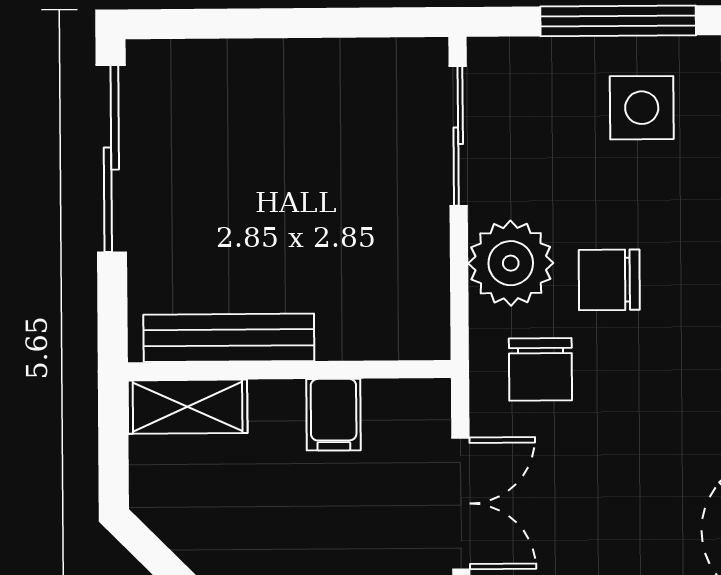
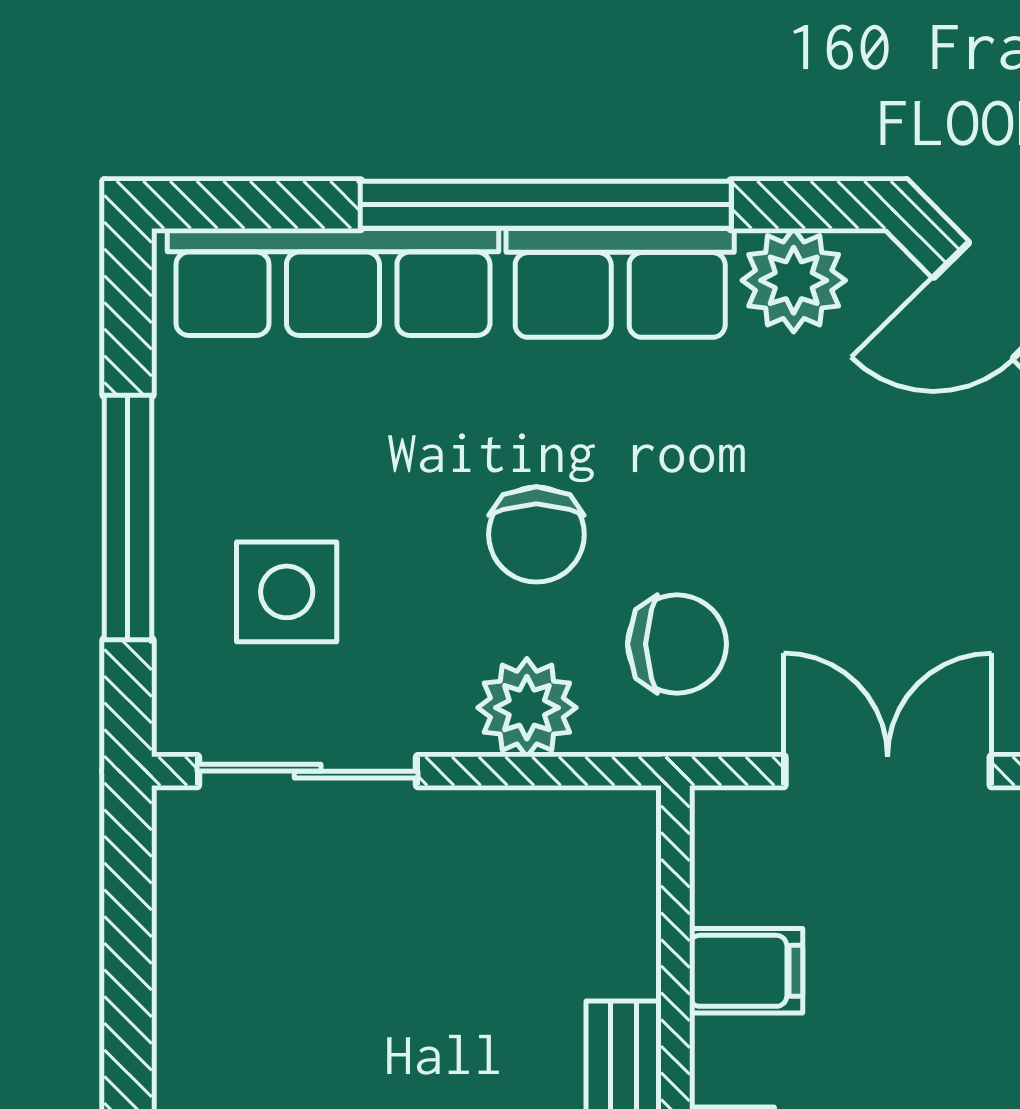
side table: (642, 108) -> (287, 592), moved
plant: (511, 263) -> (527, 708), width x0.73, depth x0.73

